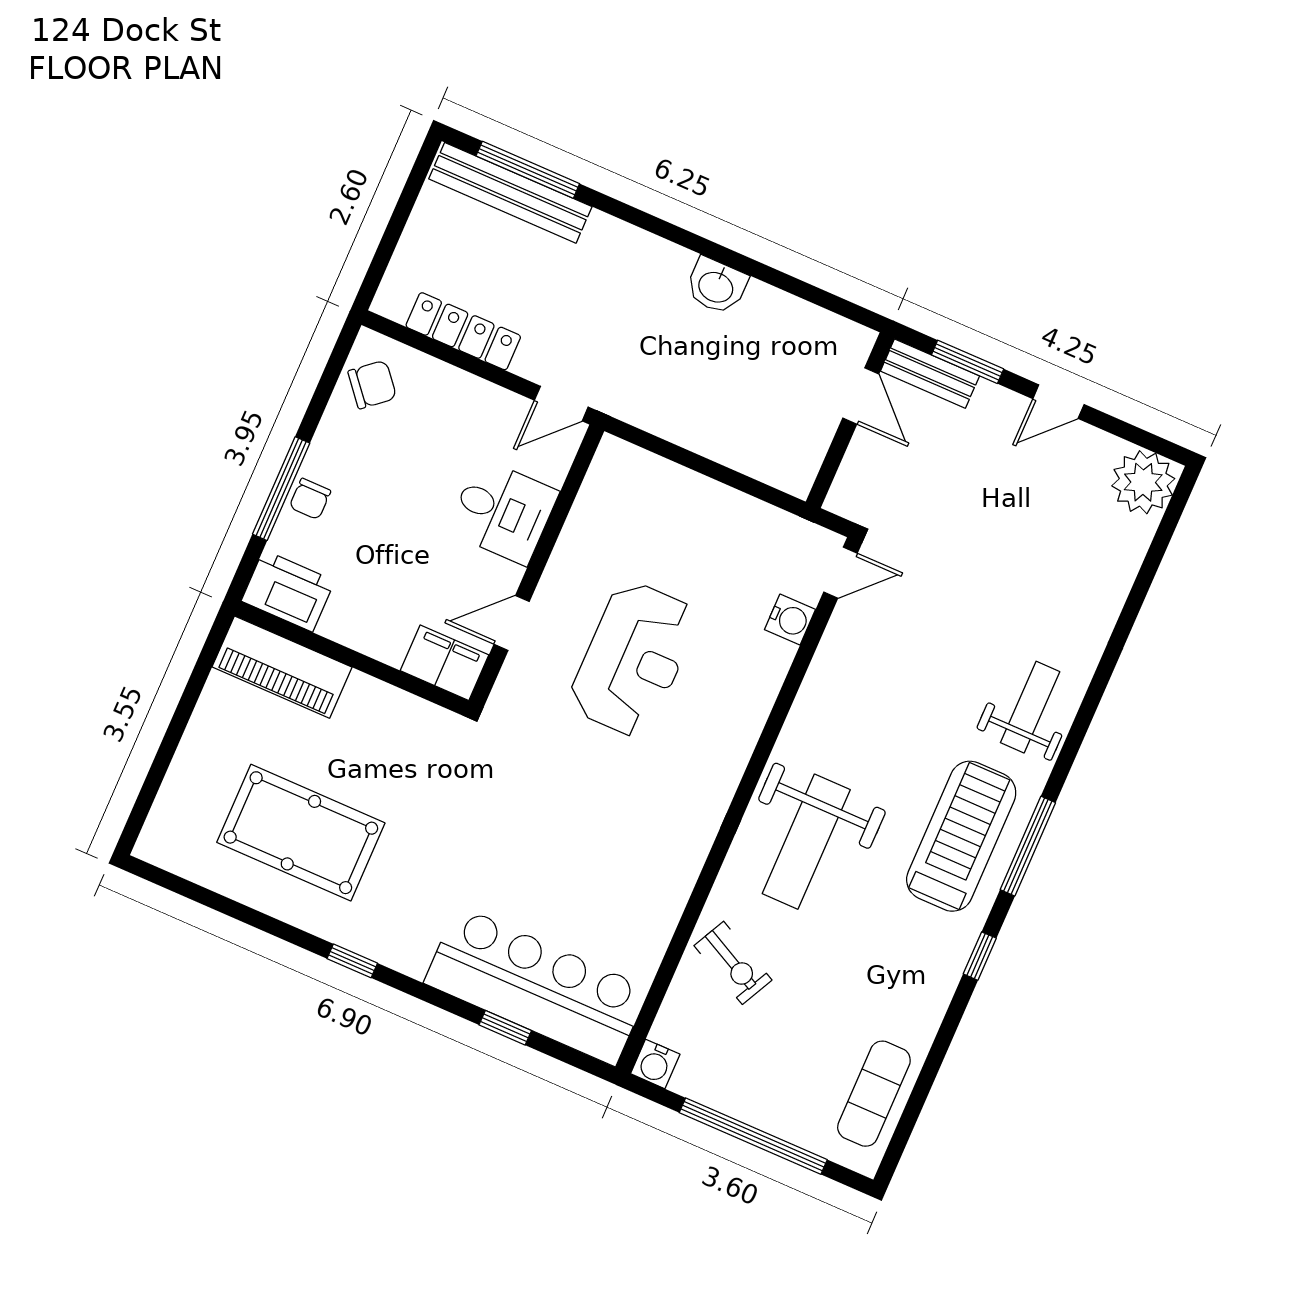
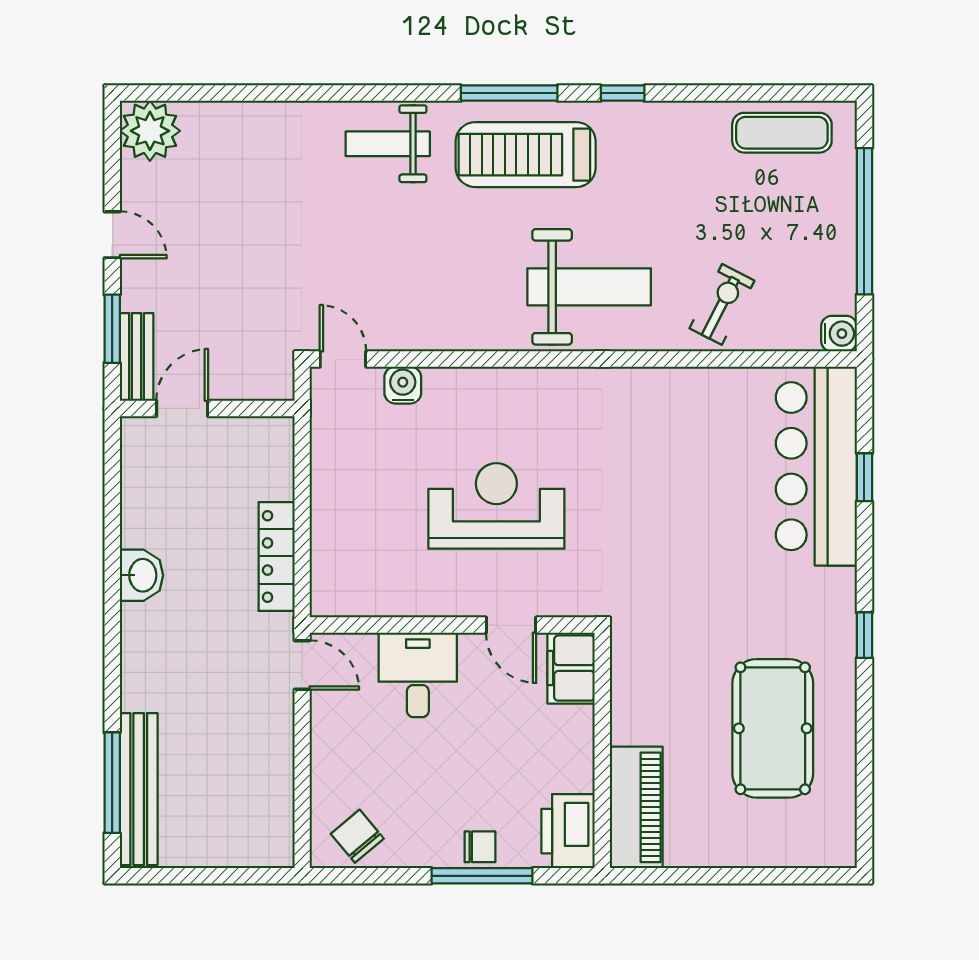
locker: (463, 331) -> (277, 556), moved

